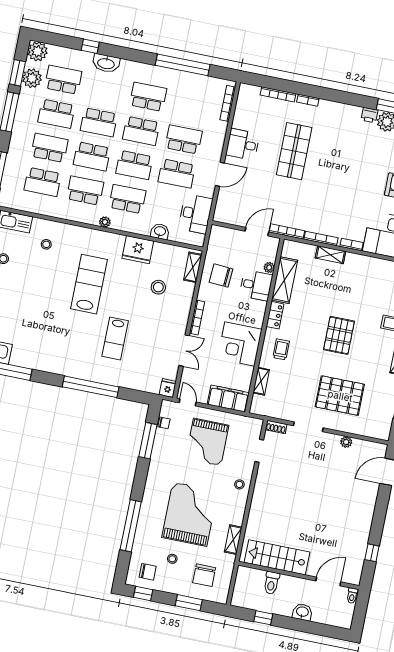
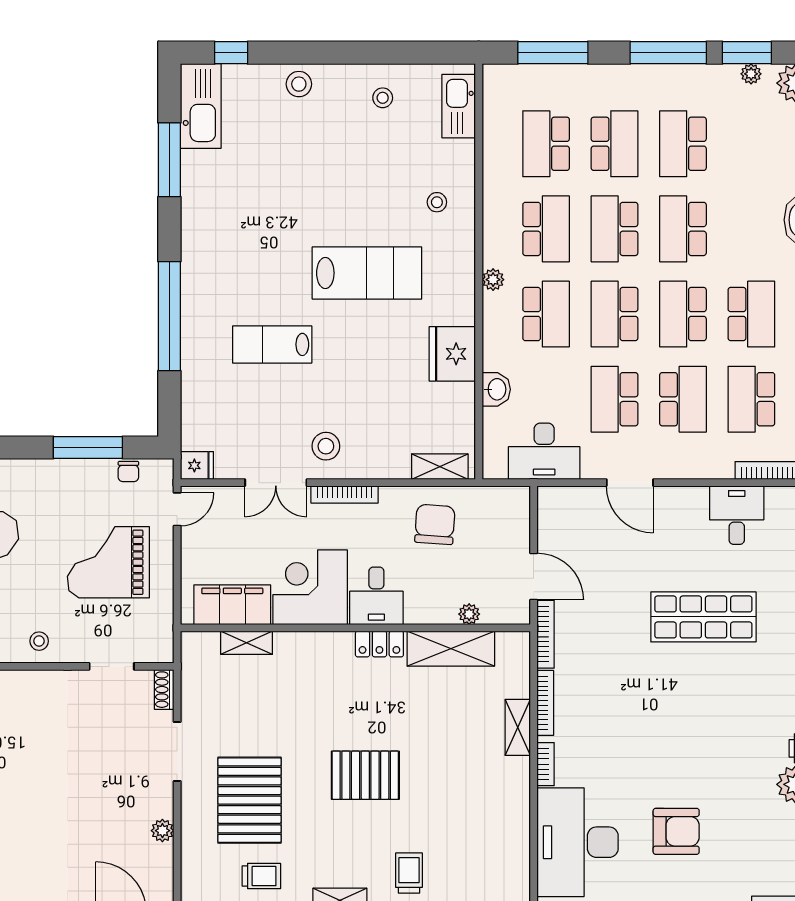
plant: (32, 78) -> (751, 74), width x0.53, depth x0.53
school desk: (63, 80) -> (751, 399), moved, turned 180
desk: (243, 144) -> (737, 515), moved
stool: (46, 244) -> (437, 202), moved
desk: (256, 285) -> (376, 596), moved
stool: (158, 287) -> (326, 446), moved
trolley: (281, 349) -> (261, 876), moved
filing cabinet: (228, 399) -> (232, 605), moved, turned -90

